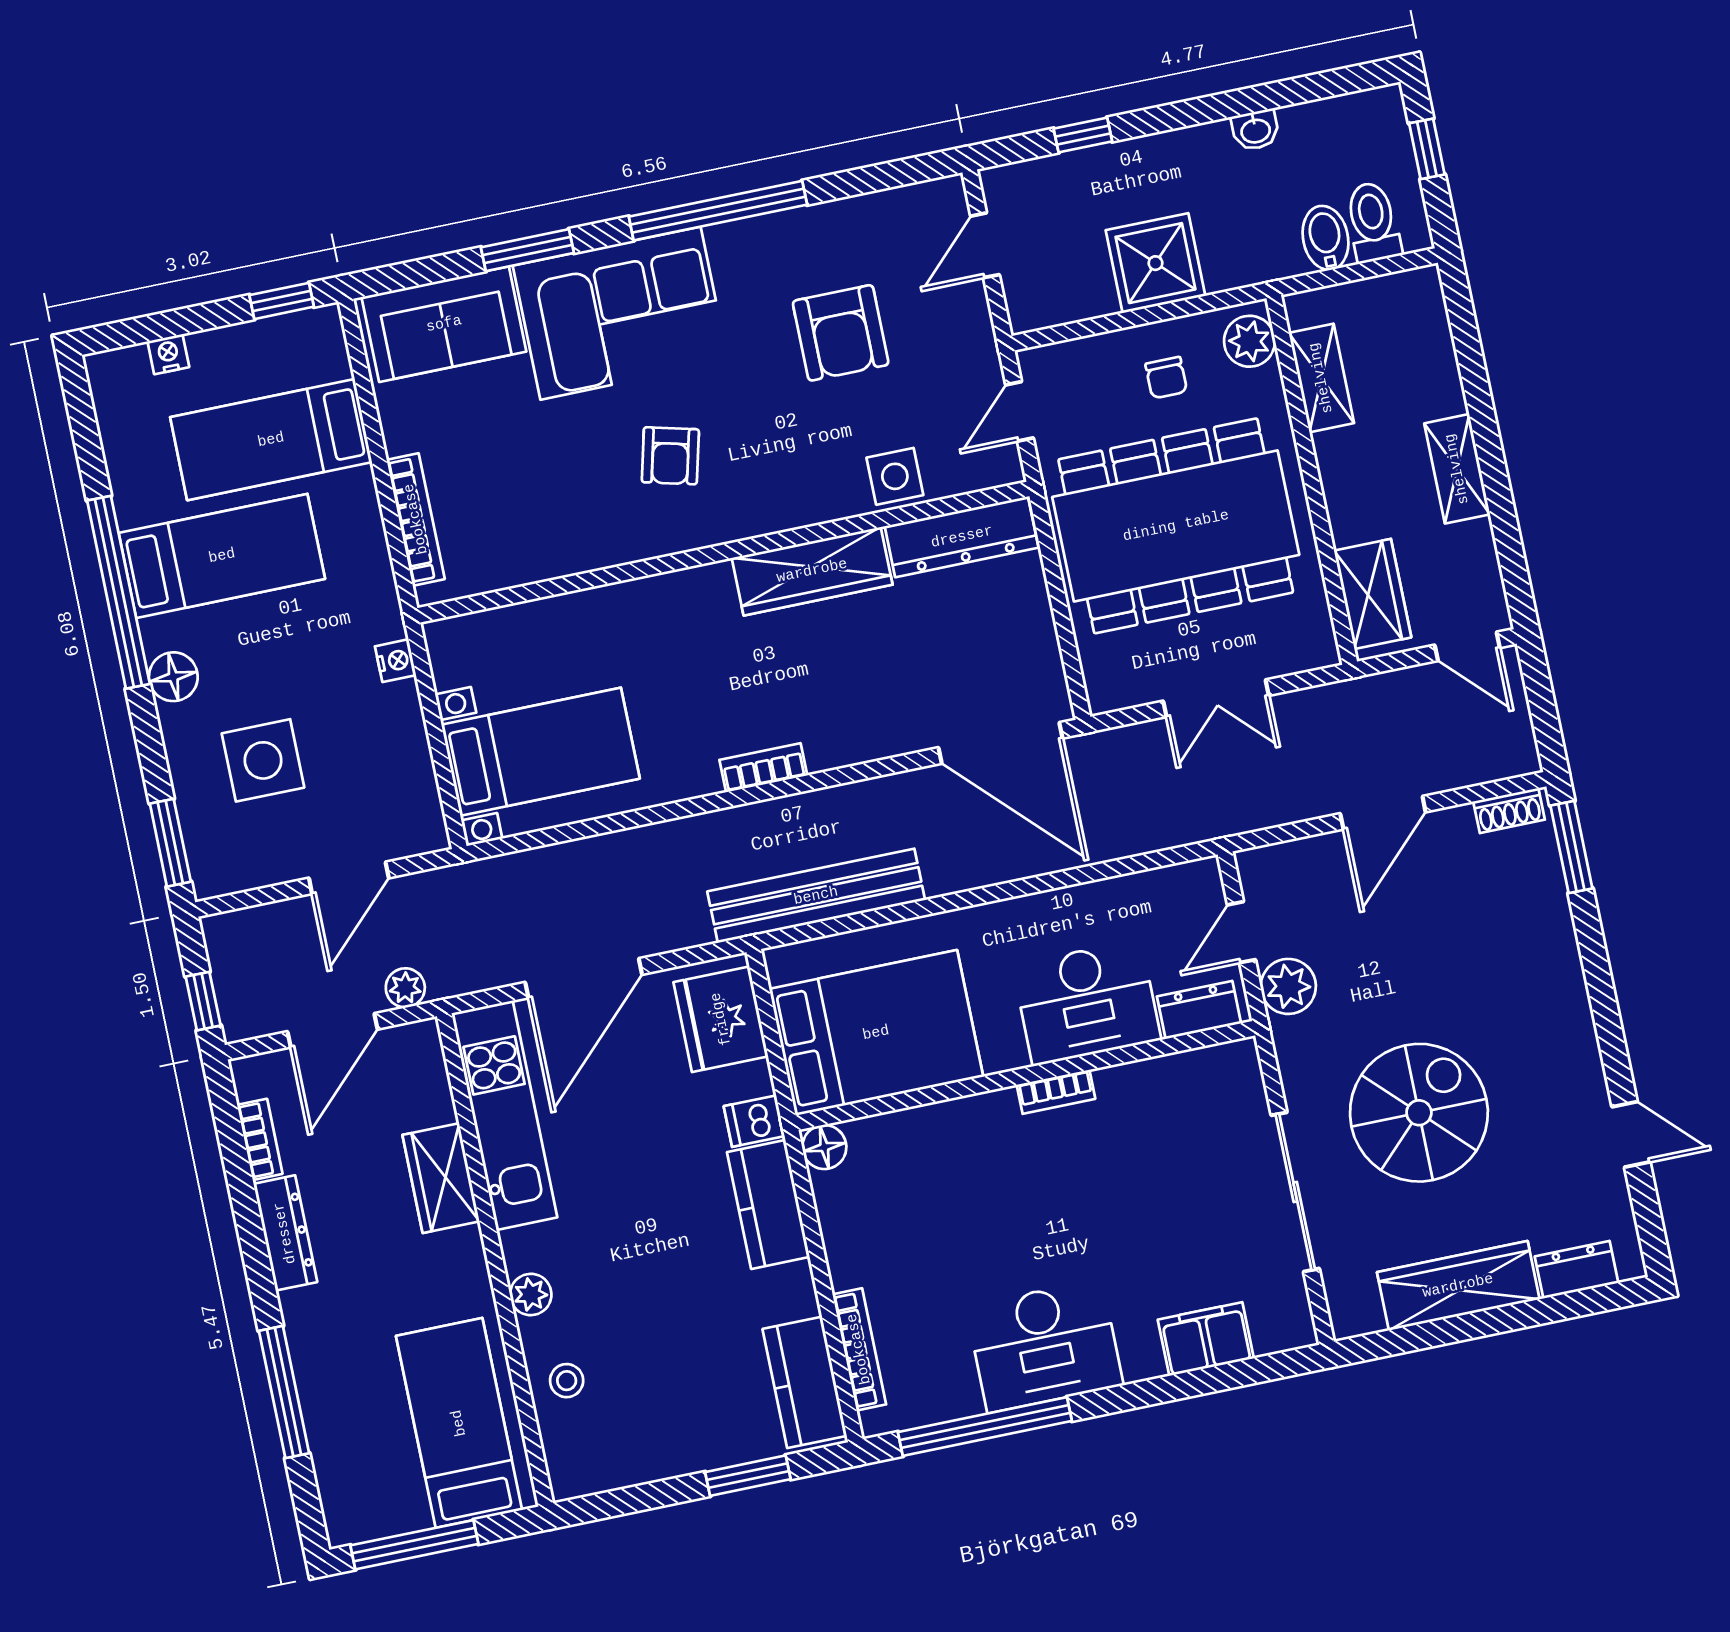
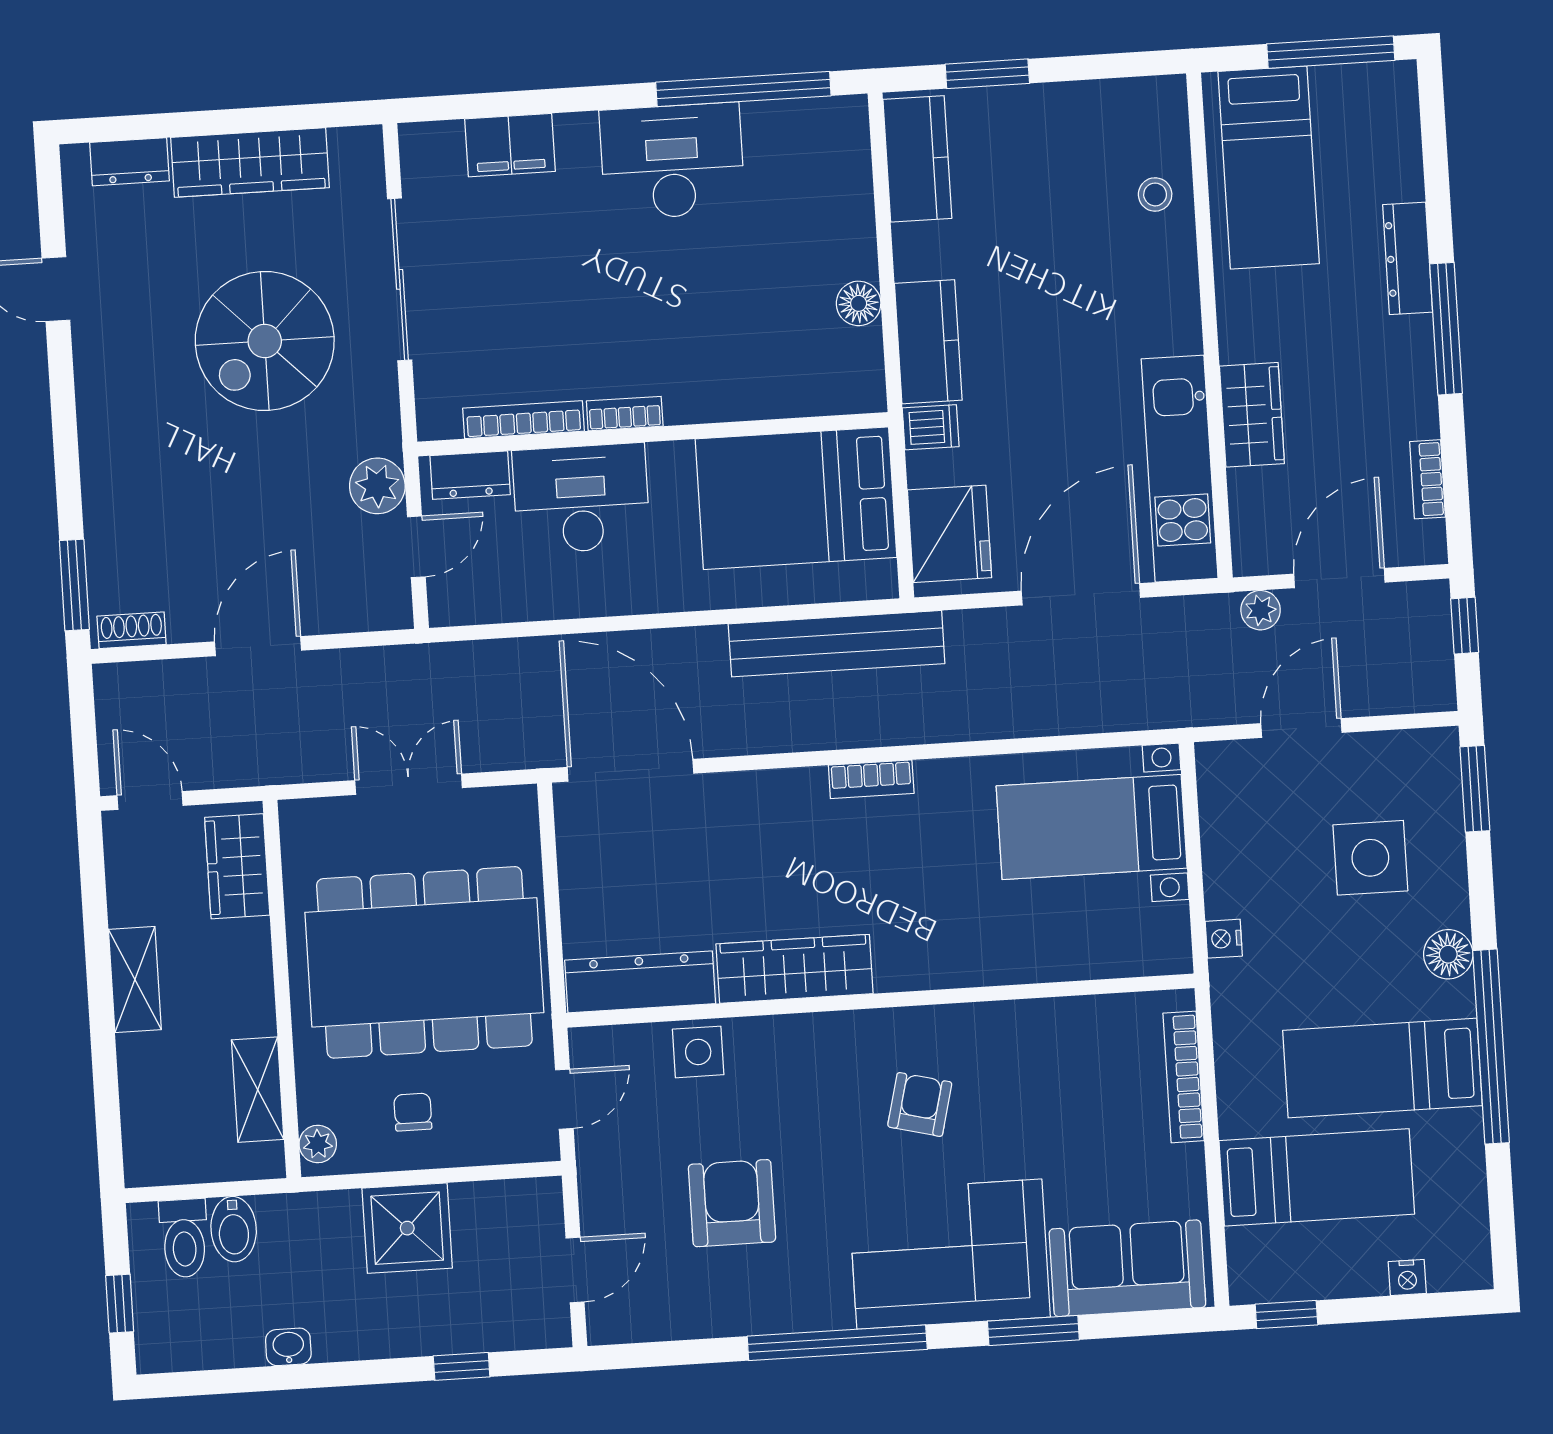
plant: (1250, 341) -> (318, 1144), width x0.73, depth x0.73
floor lamp: (824, 1147) -> (859, 303), moved
dresser: (285, 1233) -> (1408, 258), moved
plant: (531, 1294) -> (1179, 286), removed
bookcase: (859, 1349) -> (523, 420), moved, turned 90
window: (284, 1392) -> (1446, 329), moved

